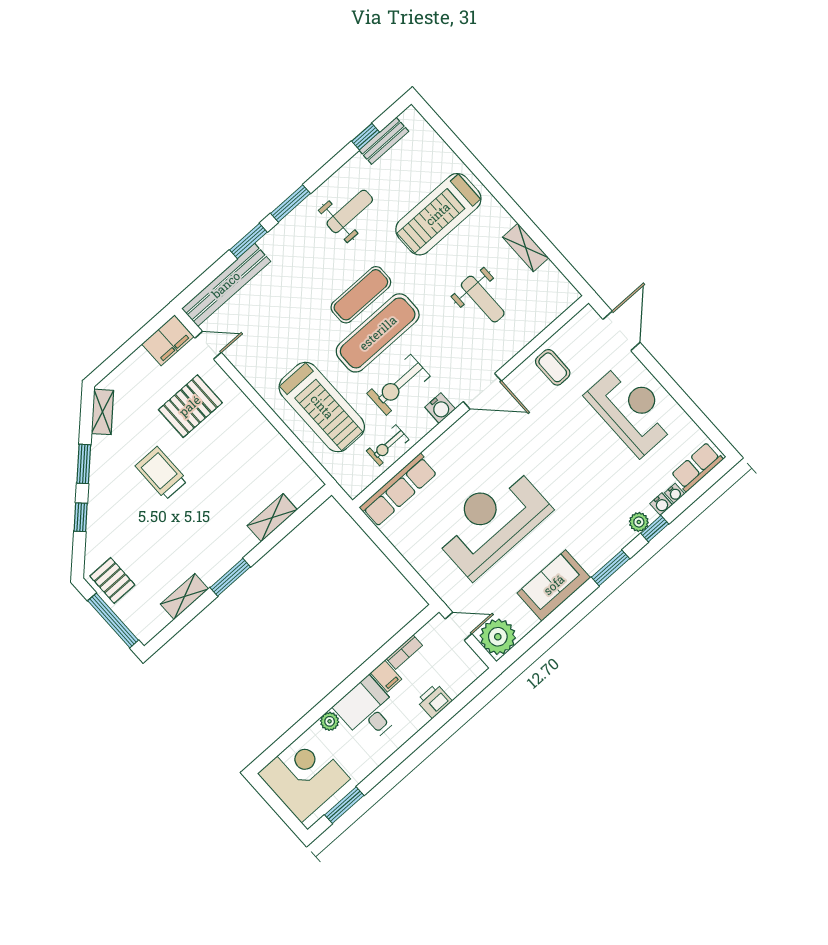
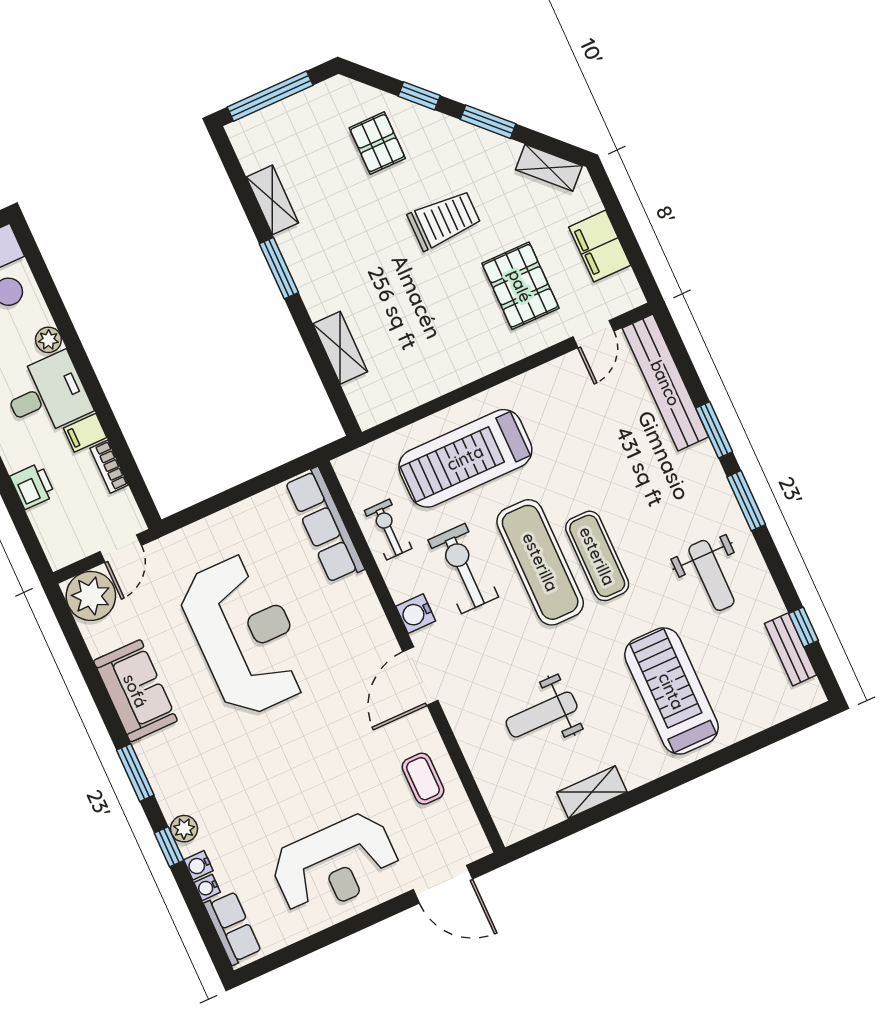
filing cabinet: (168, 340) -> (600, 246), moved
coffee table: (553, 367) -> (423, 779), turned 90
pallet: (112, 580) -> (377, 143), moved, turned 90

